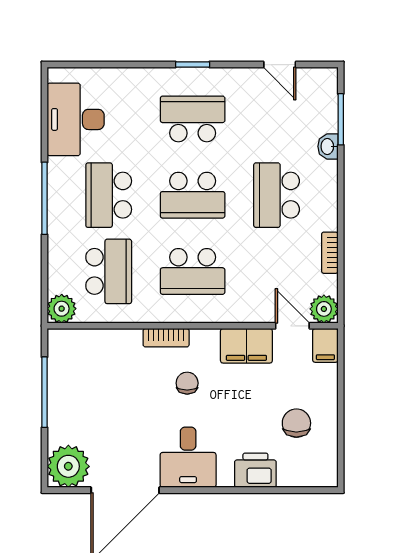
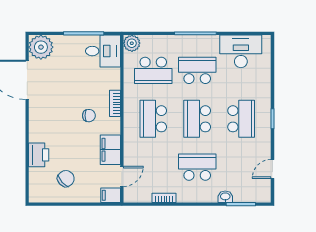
plant: (324, 309) -> (132, 194), removed
chair: (296, 423) -> (66, 179), turned -42
desk: (188, 457) -> (103, 51), moved, turned 180

